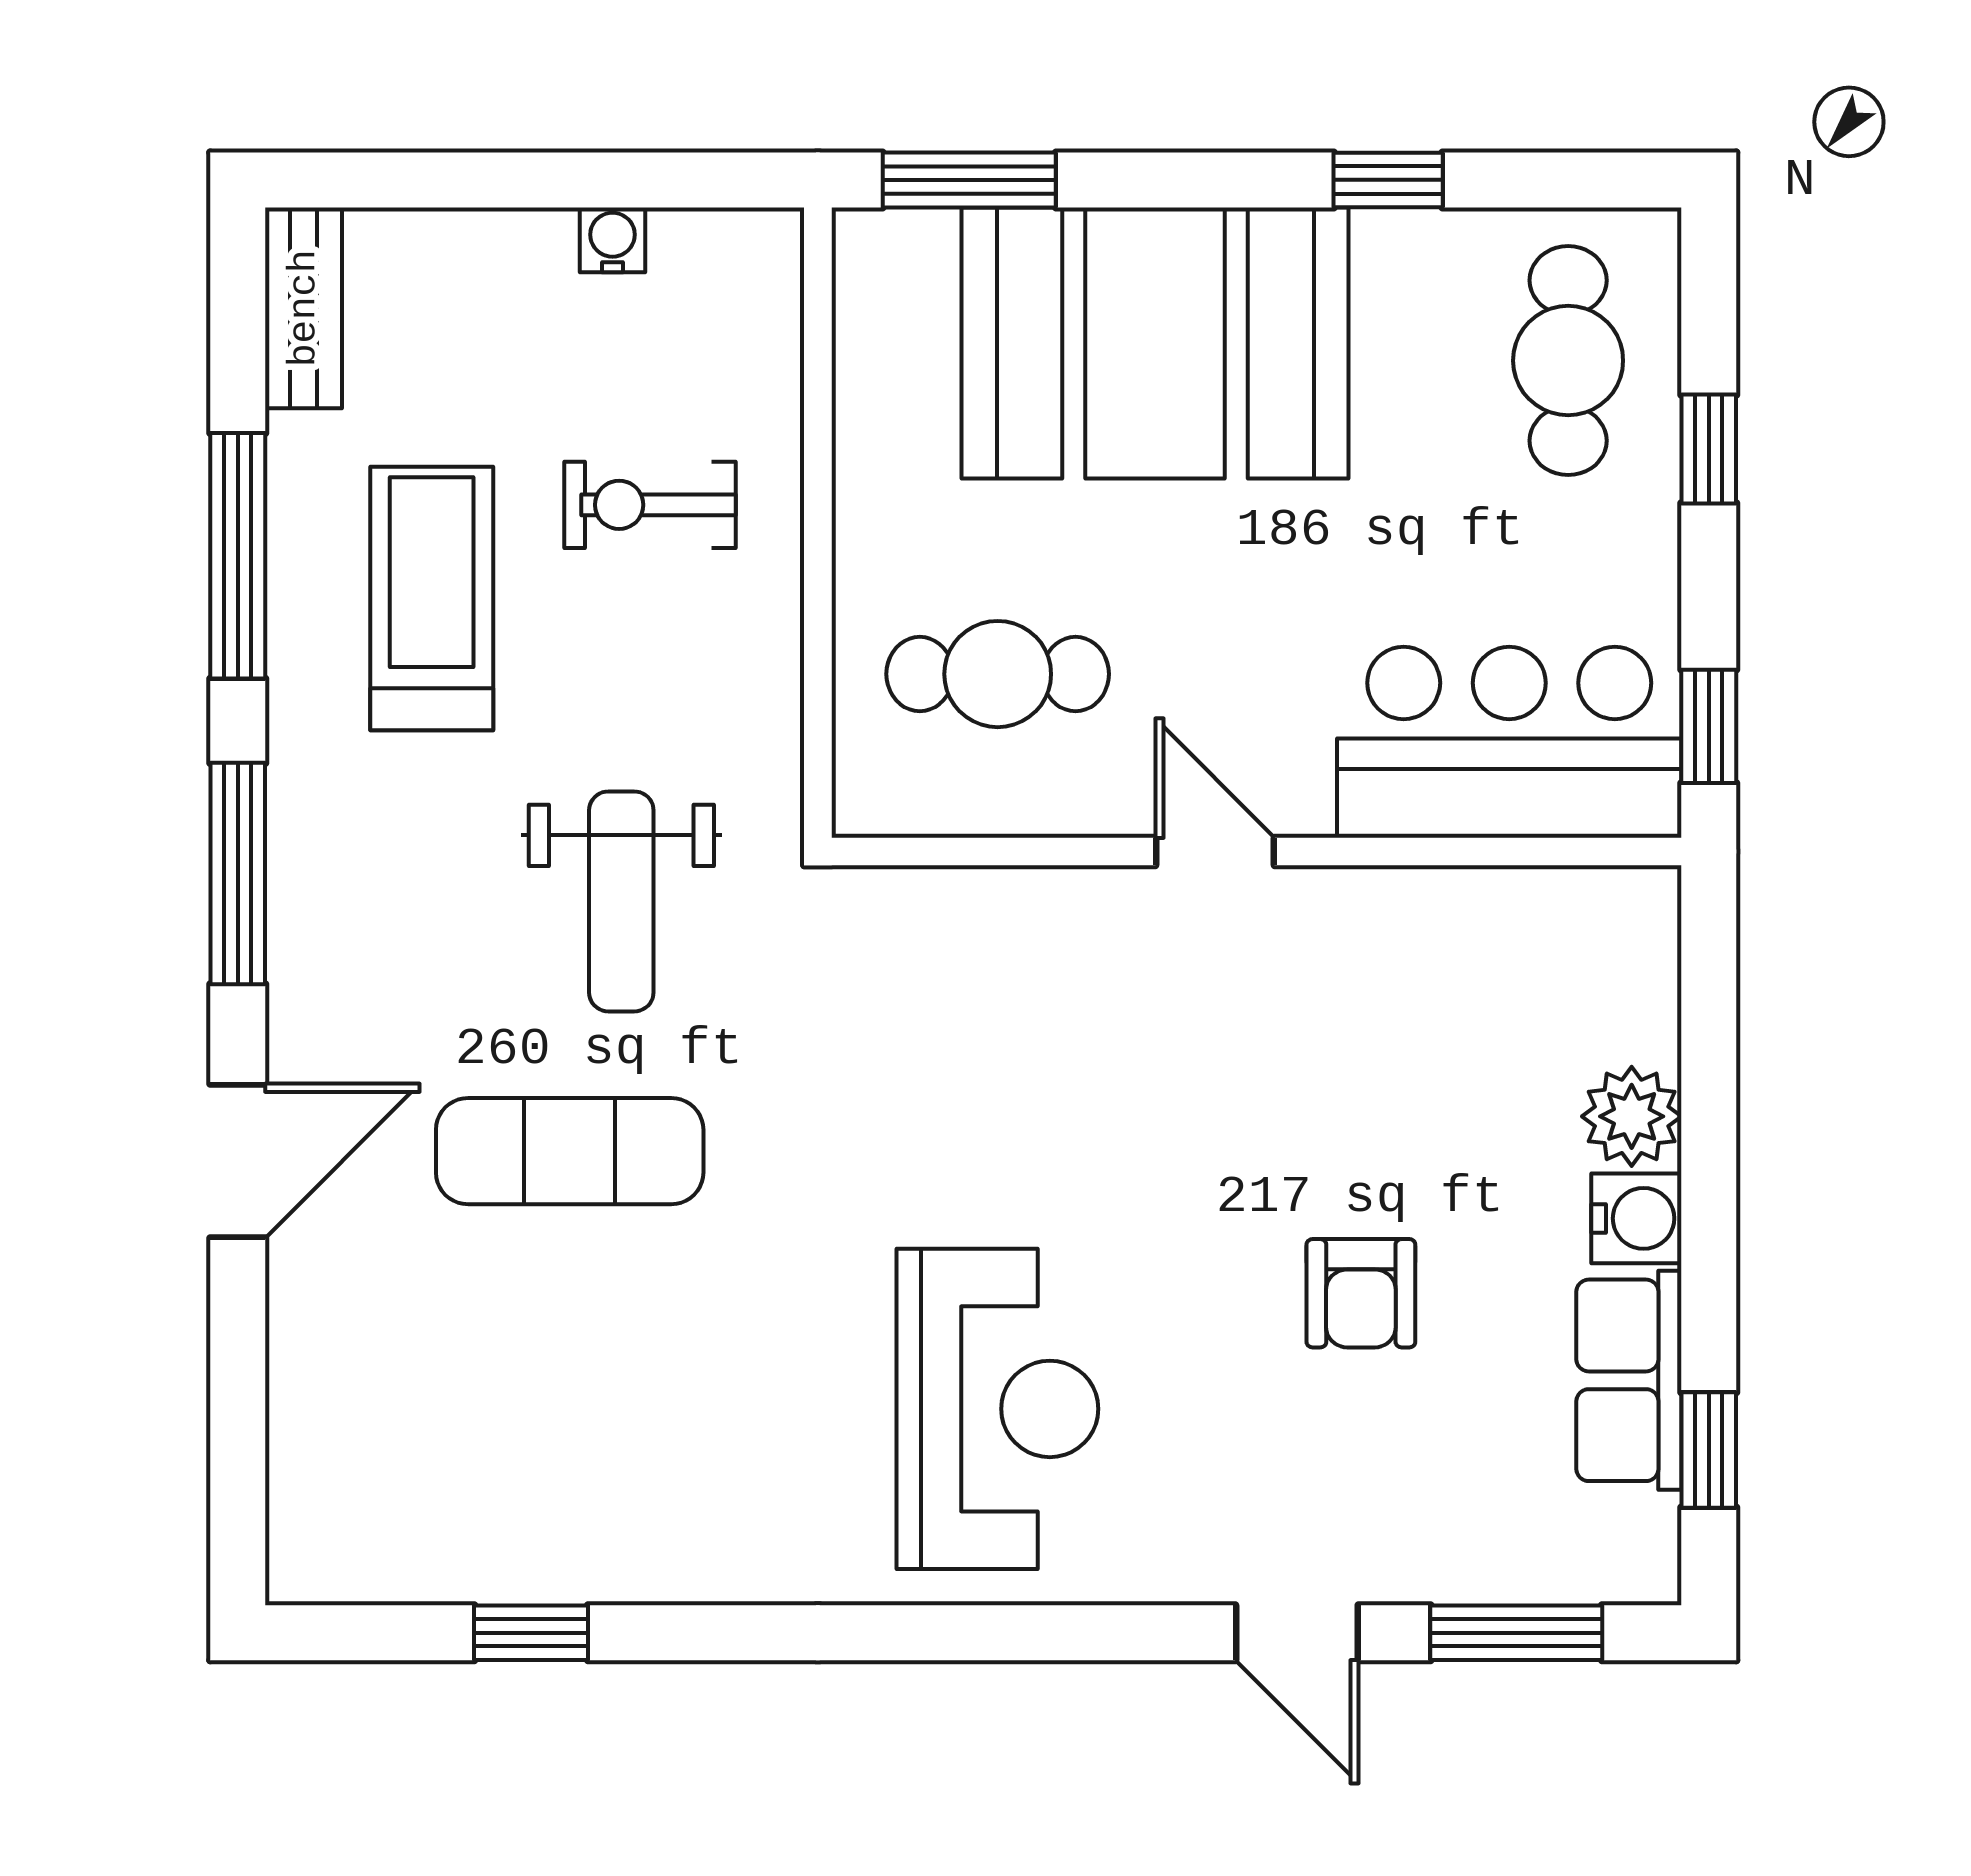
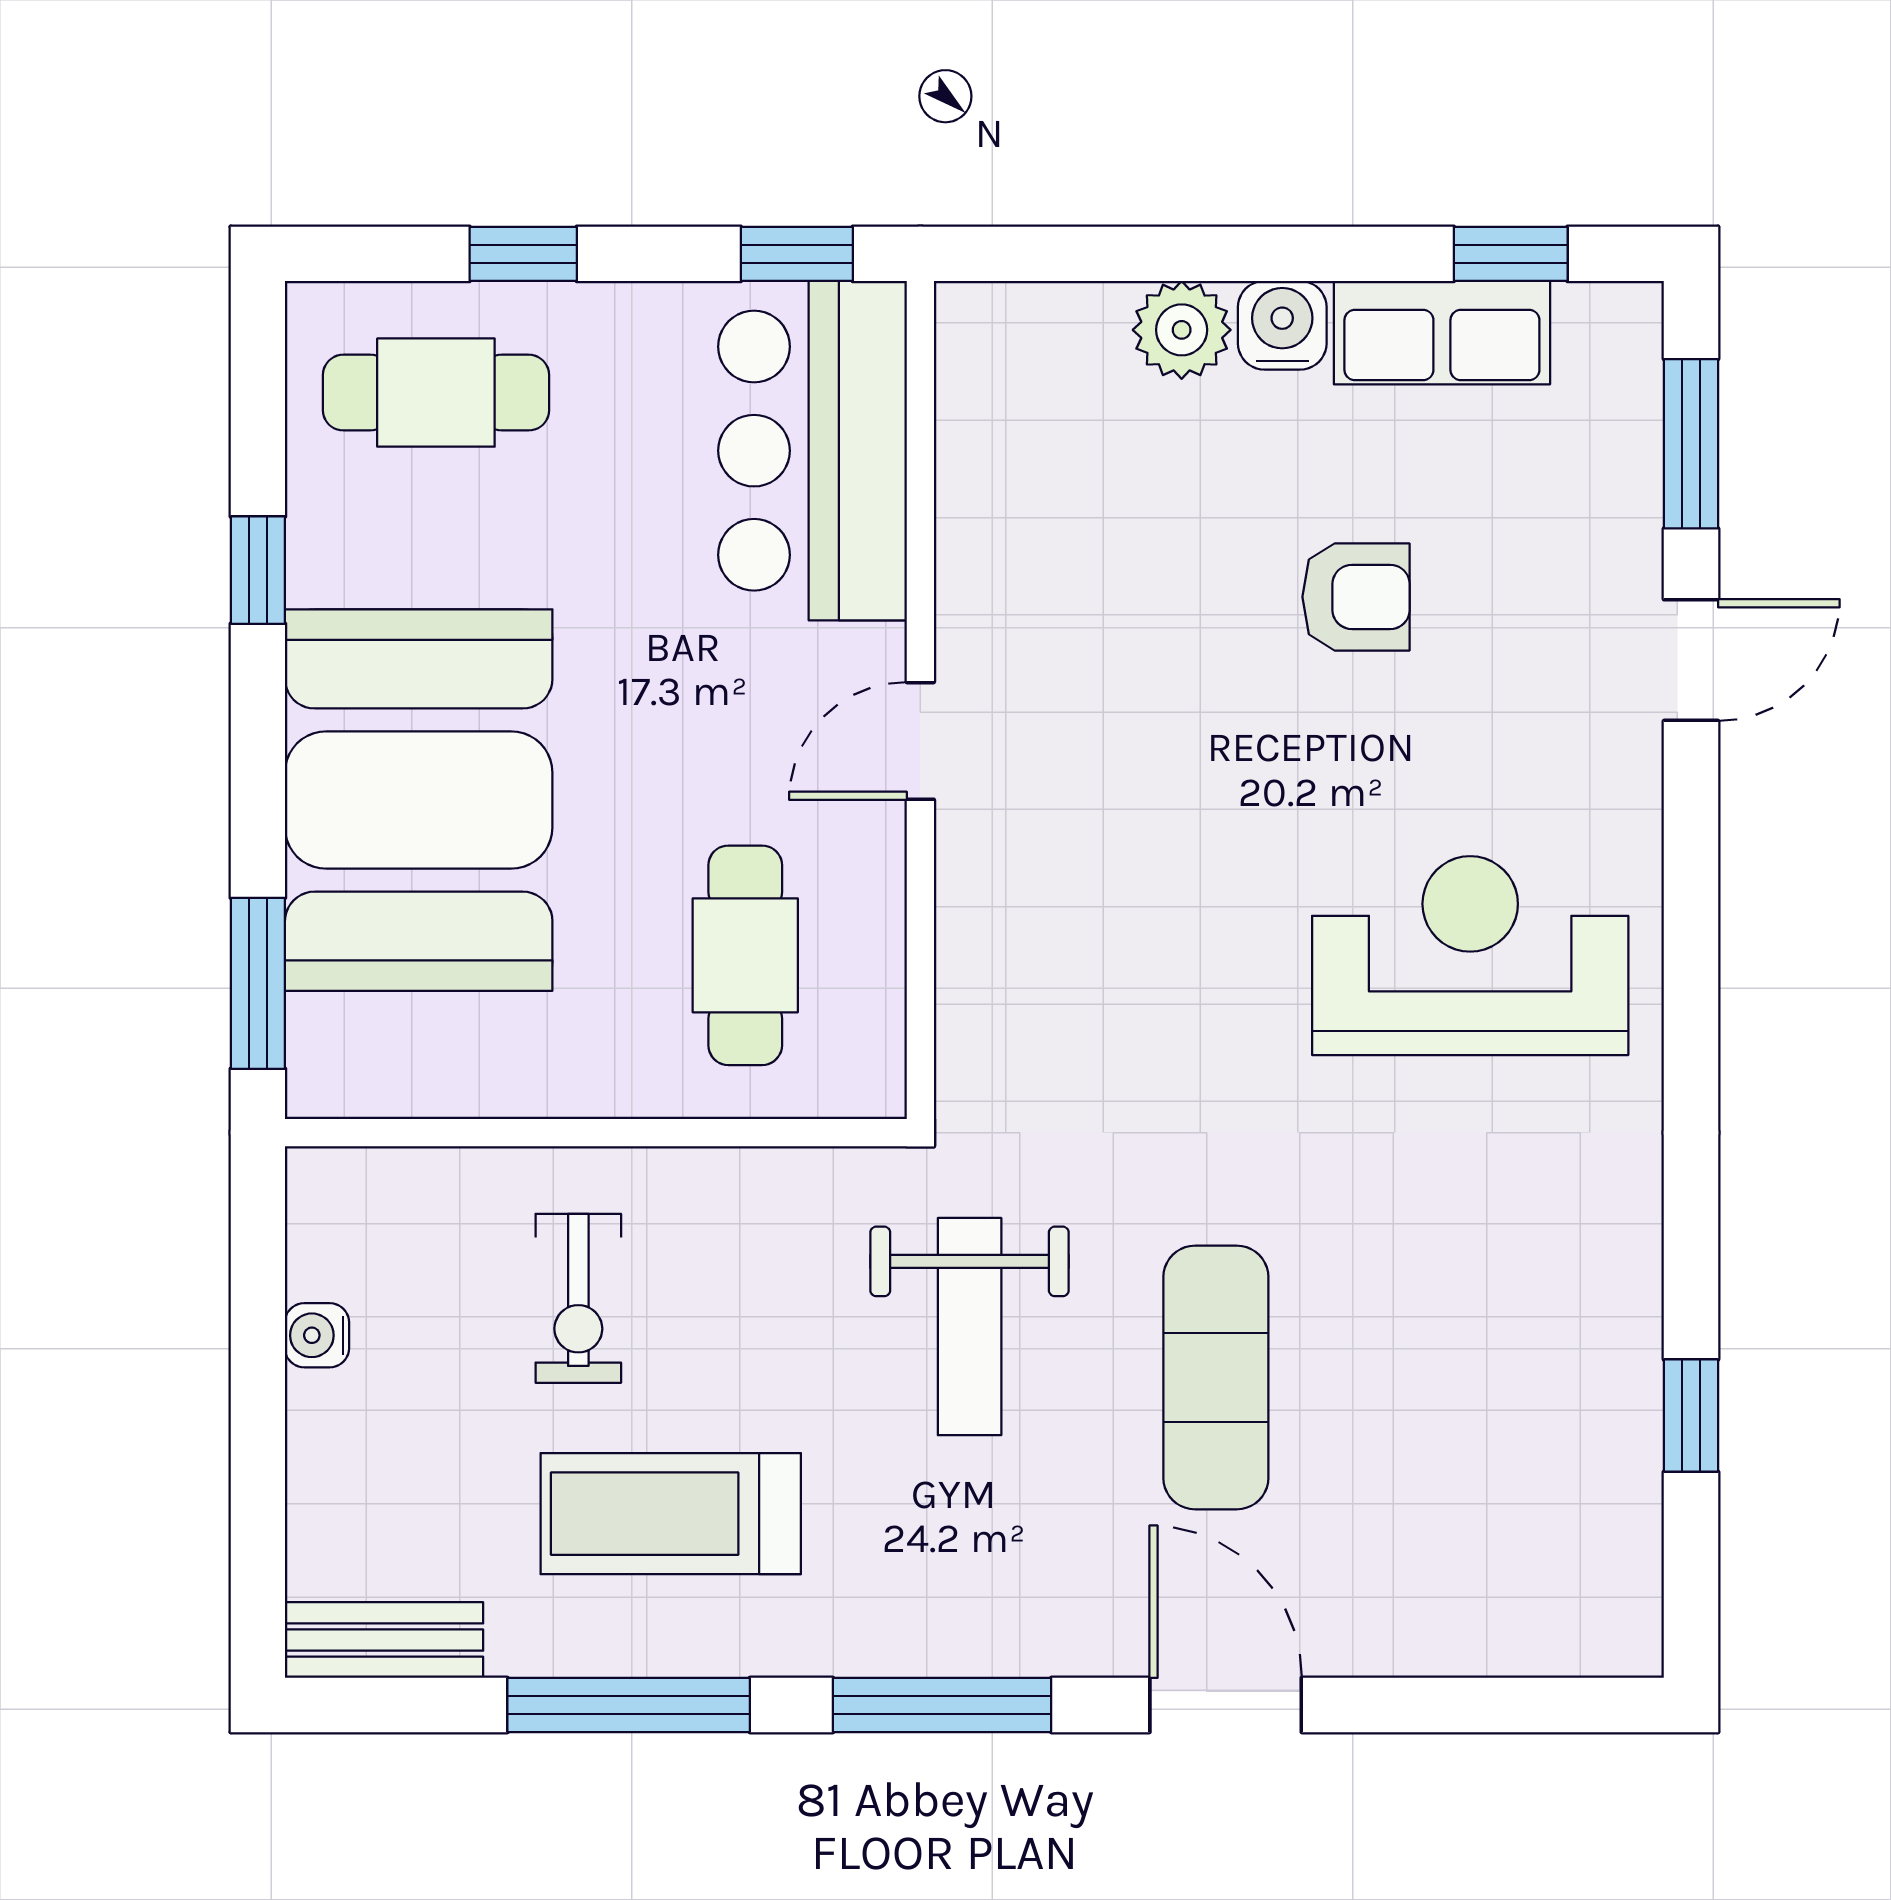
weight bench: (621, 901) -> (970, 1327), turned 90

